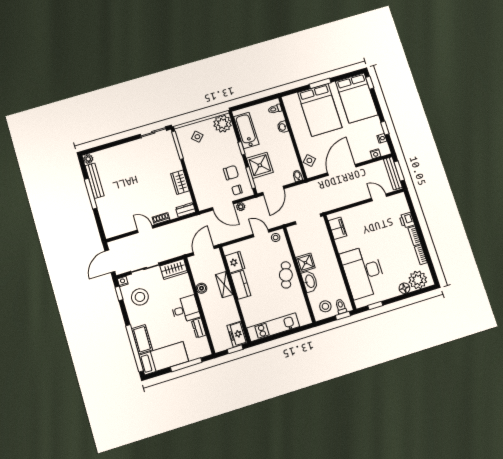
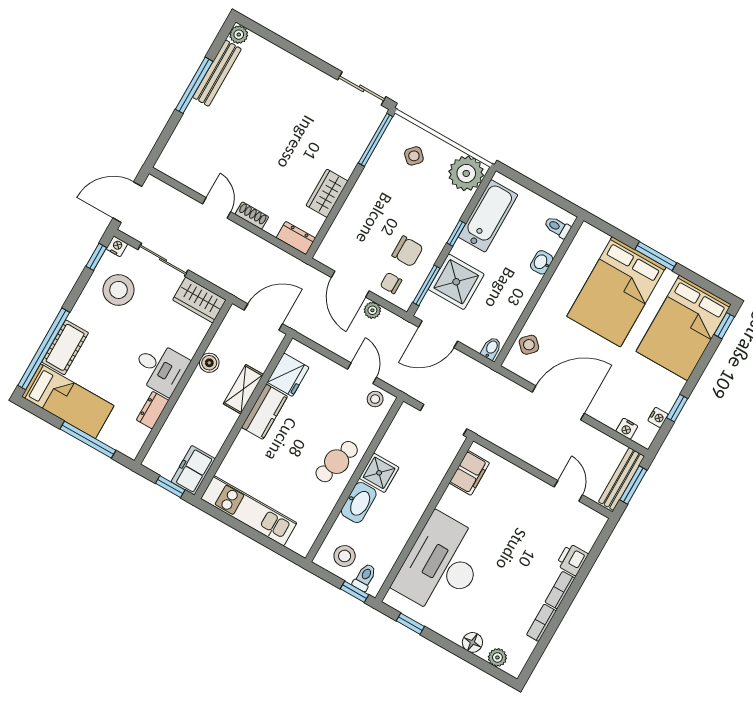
plant: (418, 280) -> (497, 657), width x0.53, depth x0.53

